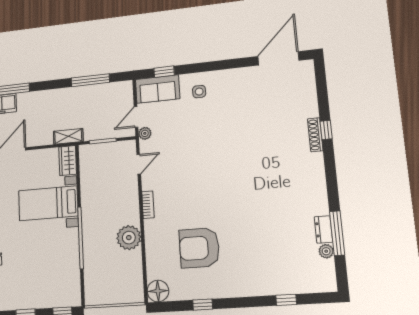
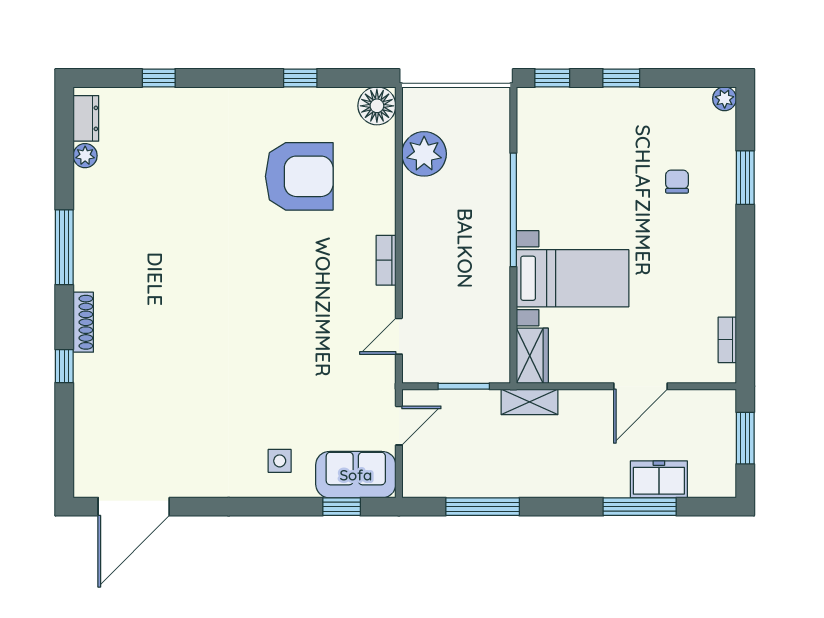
plant: (145, 133) -> (384, 393), removed
shoe rack: (315, 135) -> (83, 322), moved
dresser: (323, 229) -> (86, 118), moved
window: (337, 233) -> (64, 247), moved
plant: (129, 238) -> (424, 154), moved

